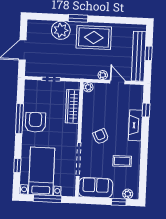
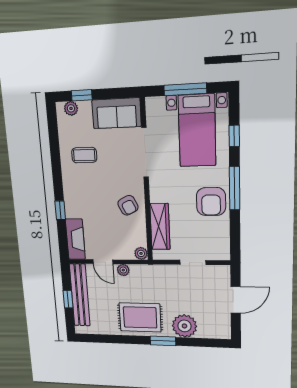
window: (146, 110) -> (60, 210), moved
window: (19, 119) -> (235, 188), moved
fireplace: (135, 125) -> (75, 239), moved
armchair: (101, 136) -> (128, 205), moved

